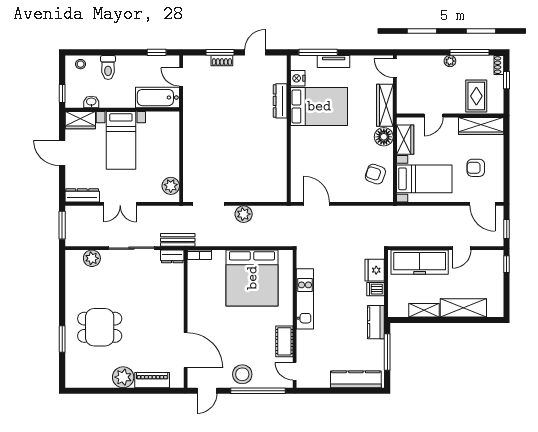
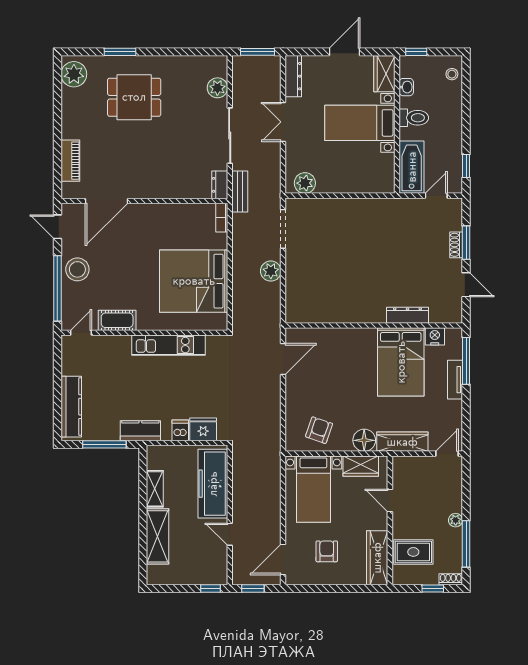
toilet: (108, 68) -> (414, 118), moved, turned 180
dining table: (100, 327) -> (134, 97), turned 90
plant: (123, 377) -> (74, 74), moved

